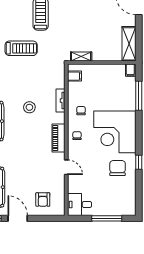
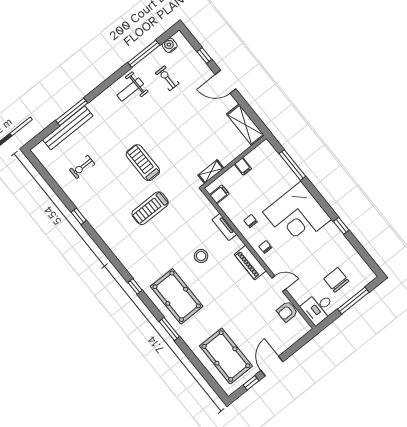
treadmill: (21, 48) -> (150, 208), turned 180
filing cabinet: (130, 70) -> (243, 166), moved
chair: (118, 168) -> (336, 280), moved
armchair: (43, 199) -> (287, 312), moved, turned 90
door: (18, 218) -> (272, 366), hinge flipped

